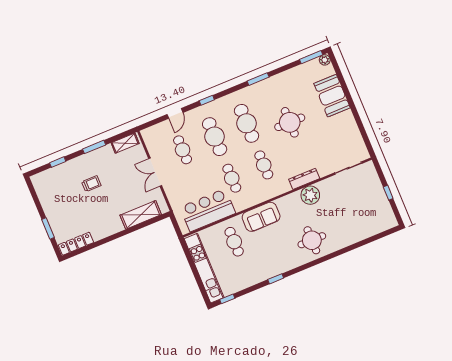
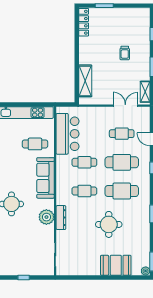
double door: (155, 172) -> (125, 106), moved
sofa: (261, 217) -> (45, 178), width x1.36

